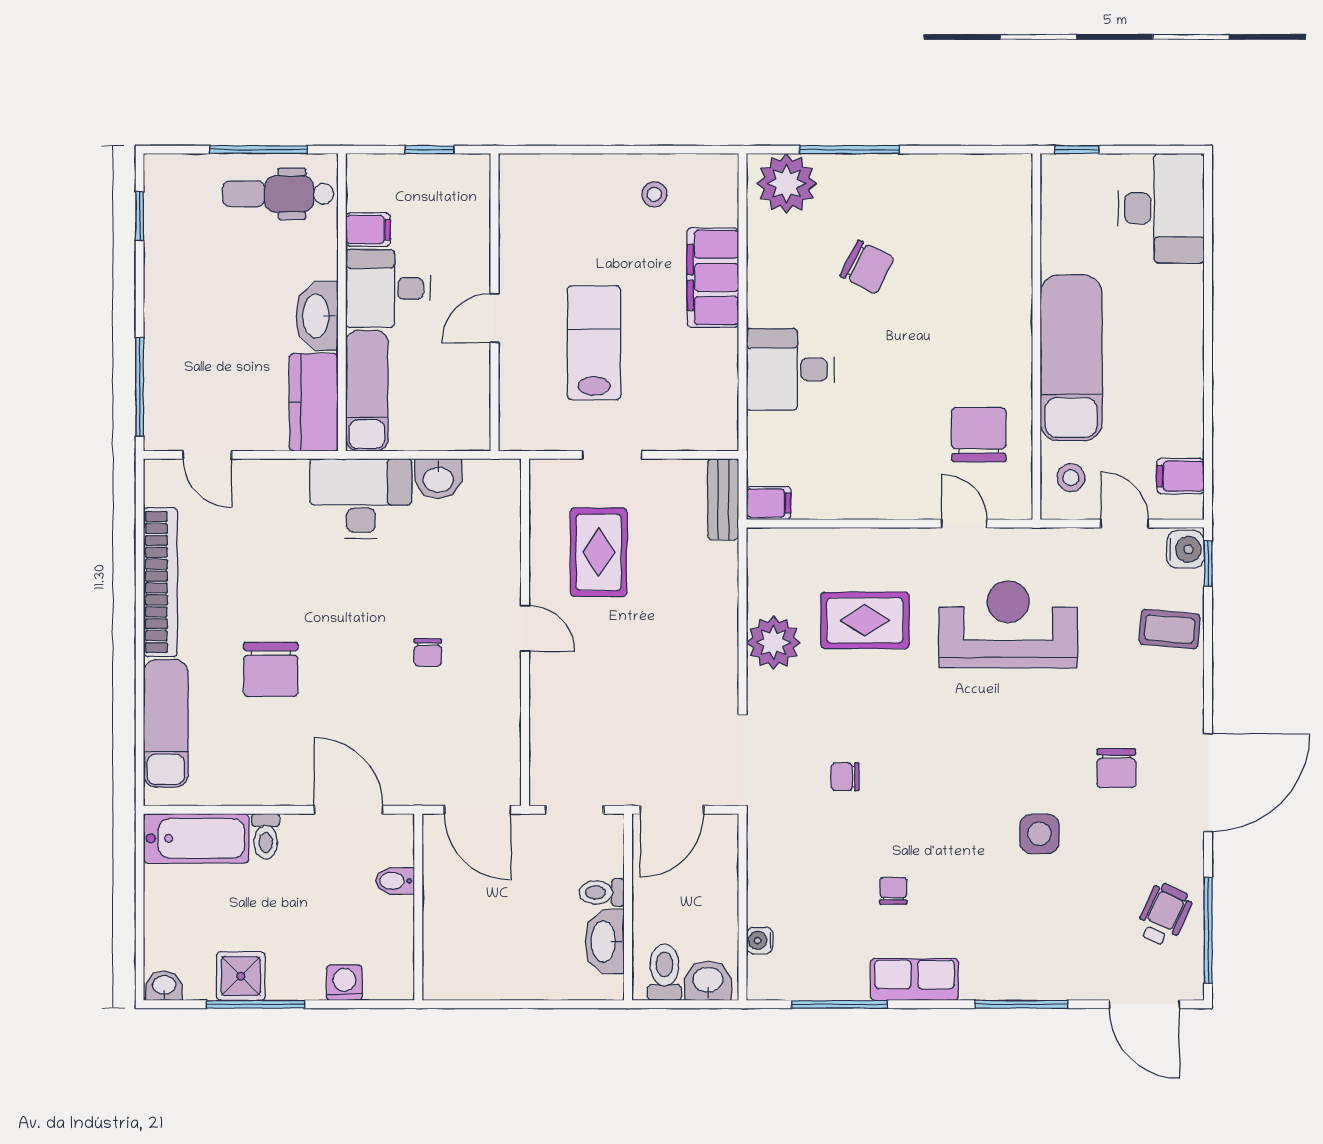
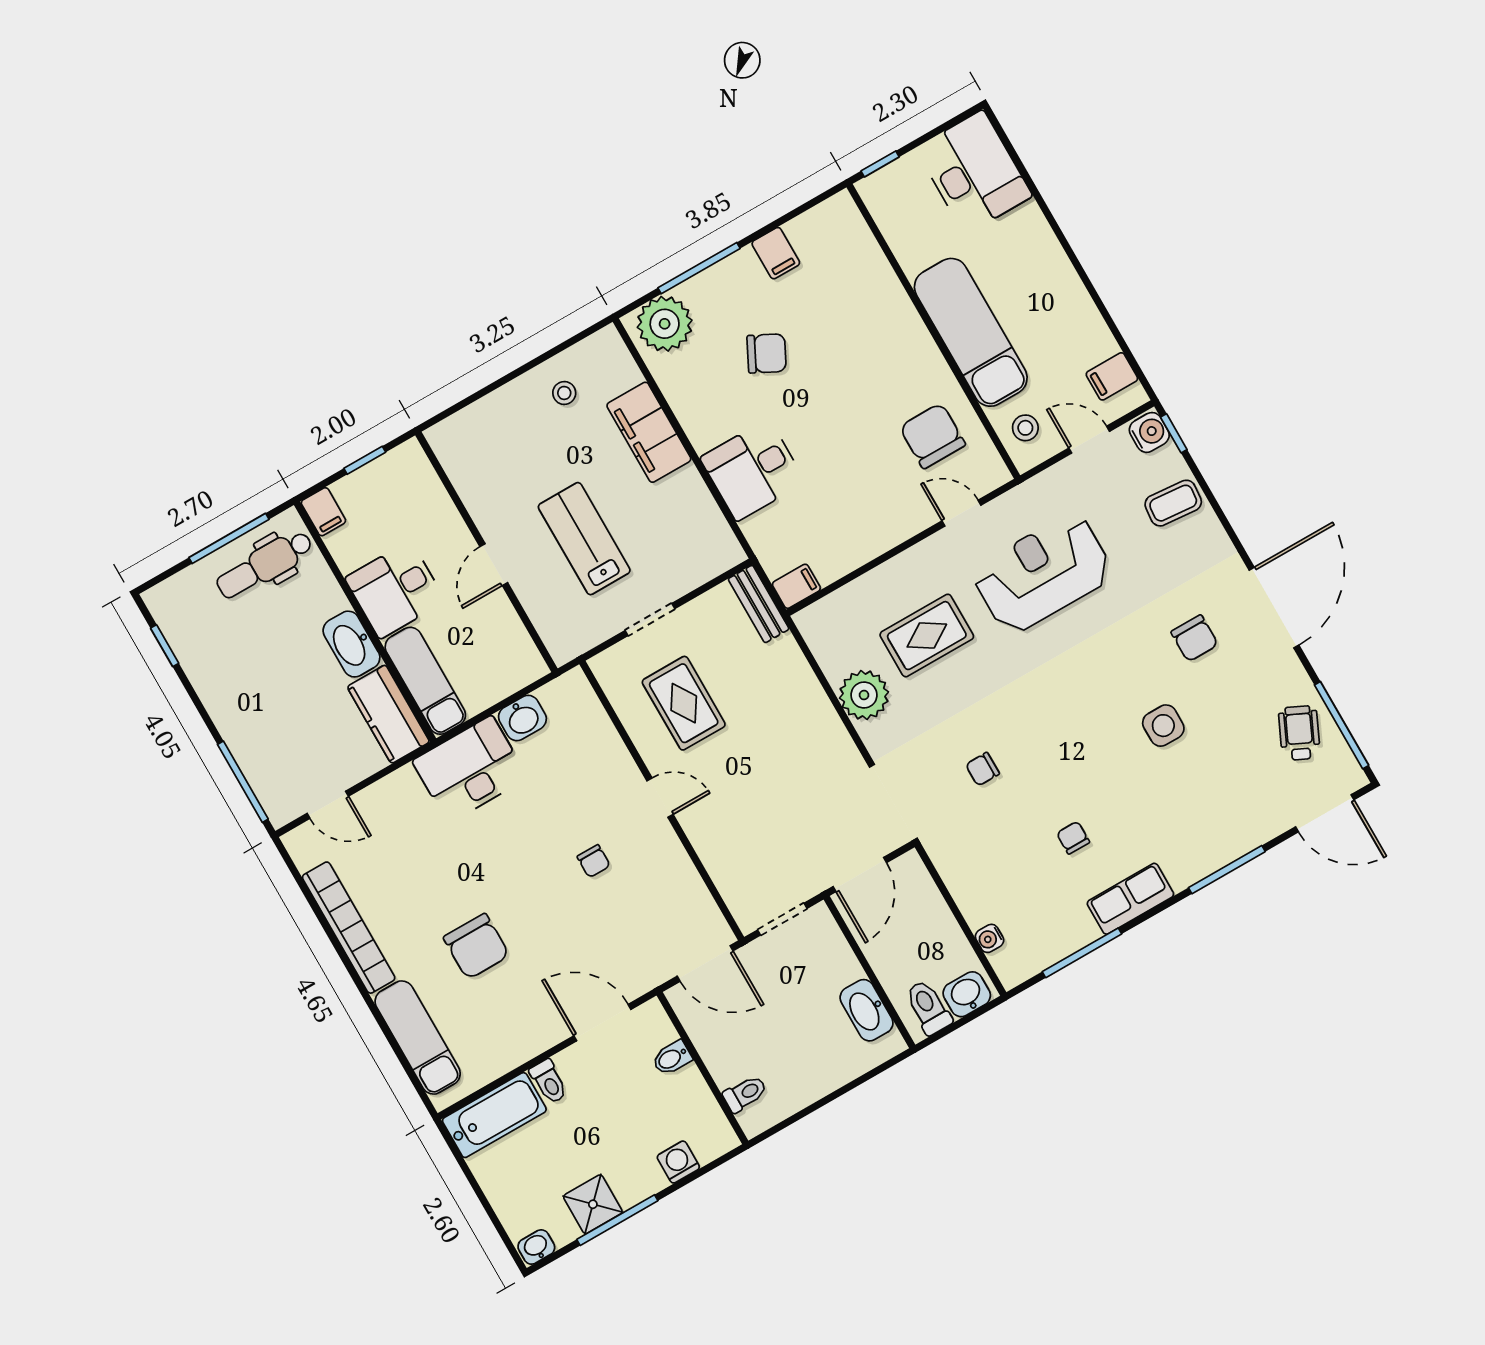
filing cabinet: (930, 177) -> (776, 253), added
filing cabinet: (368, 230) -> (323, 512), moved, turned 90
toilet: (602, 892) -> (745, 1094), moved, turned 180

